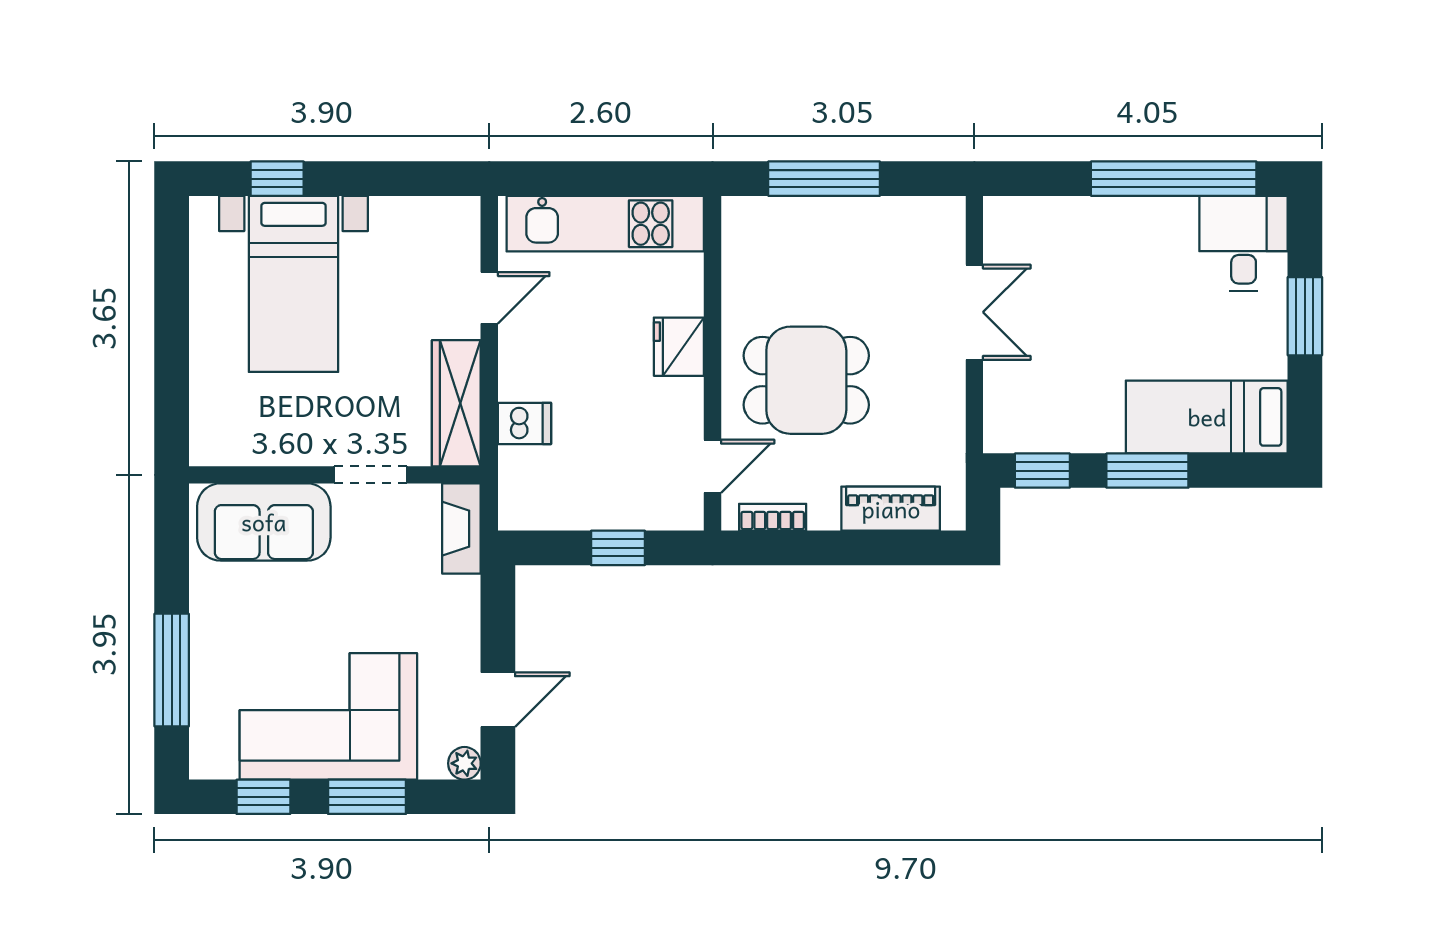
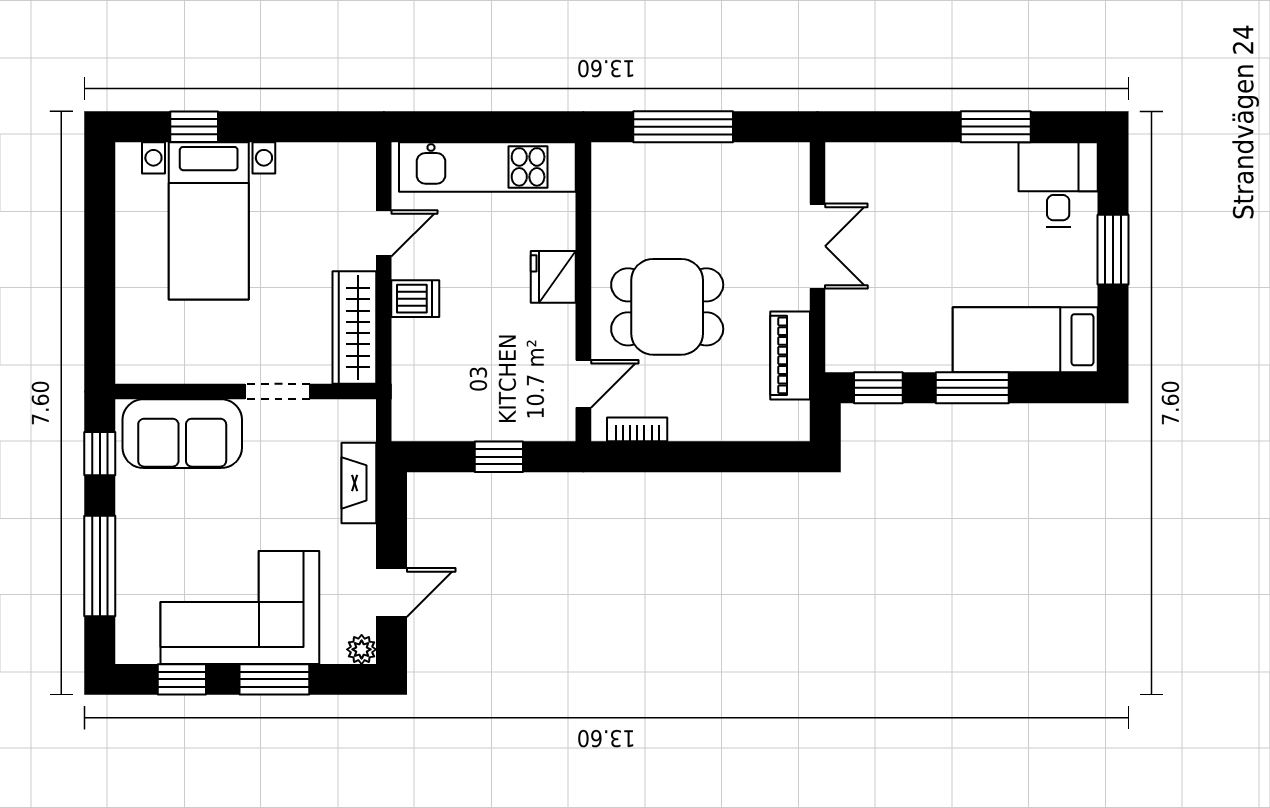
window: (1174, 179) -> (996, 127), width x0.47
dishwasher: (524, 423) -> (415, 299), moved
piano: (891, 509) -> (790, 355), moved, turned -90
fireplace: (461, 529) -> (359, 483), moved
window: (172, 544) -> (100, 454), added

